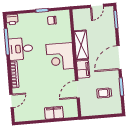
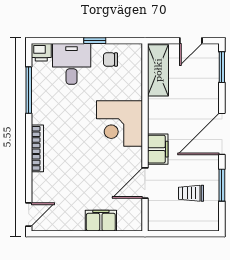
shelving: (81, 45) -> (158, 70), moved
desk: (21, 49) -> (72, 64), moved, turned 90
door: (12, 101) -> (29, 215), moved

